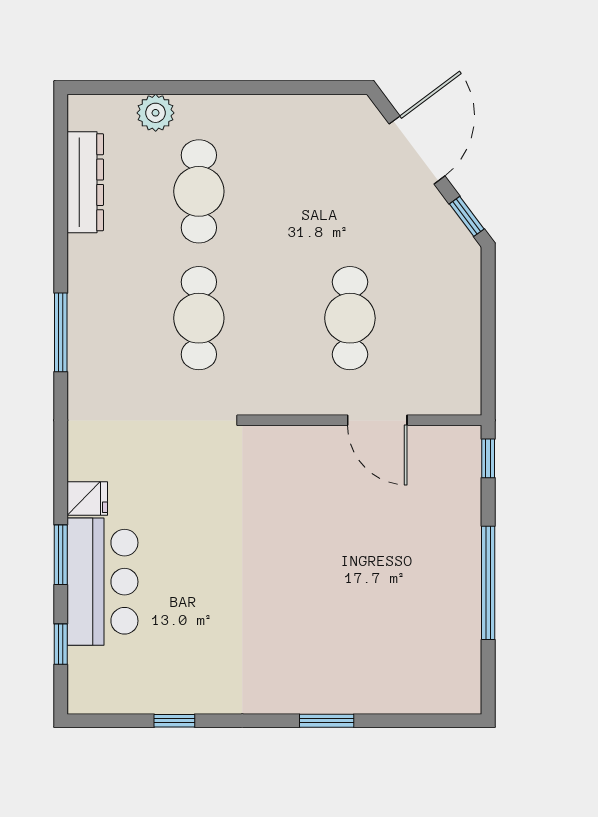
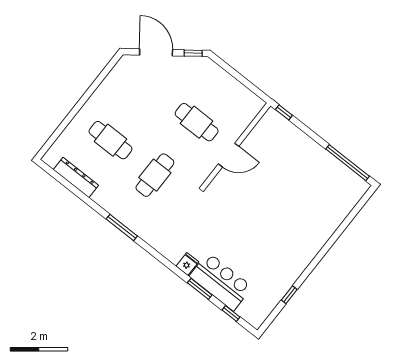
plant: (156, 113) -> (71, 134), removed
cafe table: (199, 318) -> (155, 175), turned 90
door: (377, 420) -> (229, 155), moved
window: (488, 583) -> (348, 163), moved
window: (327, 721) -> (331, 241), removed

